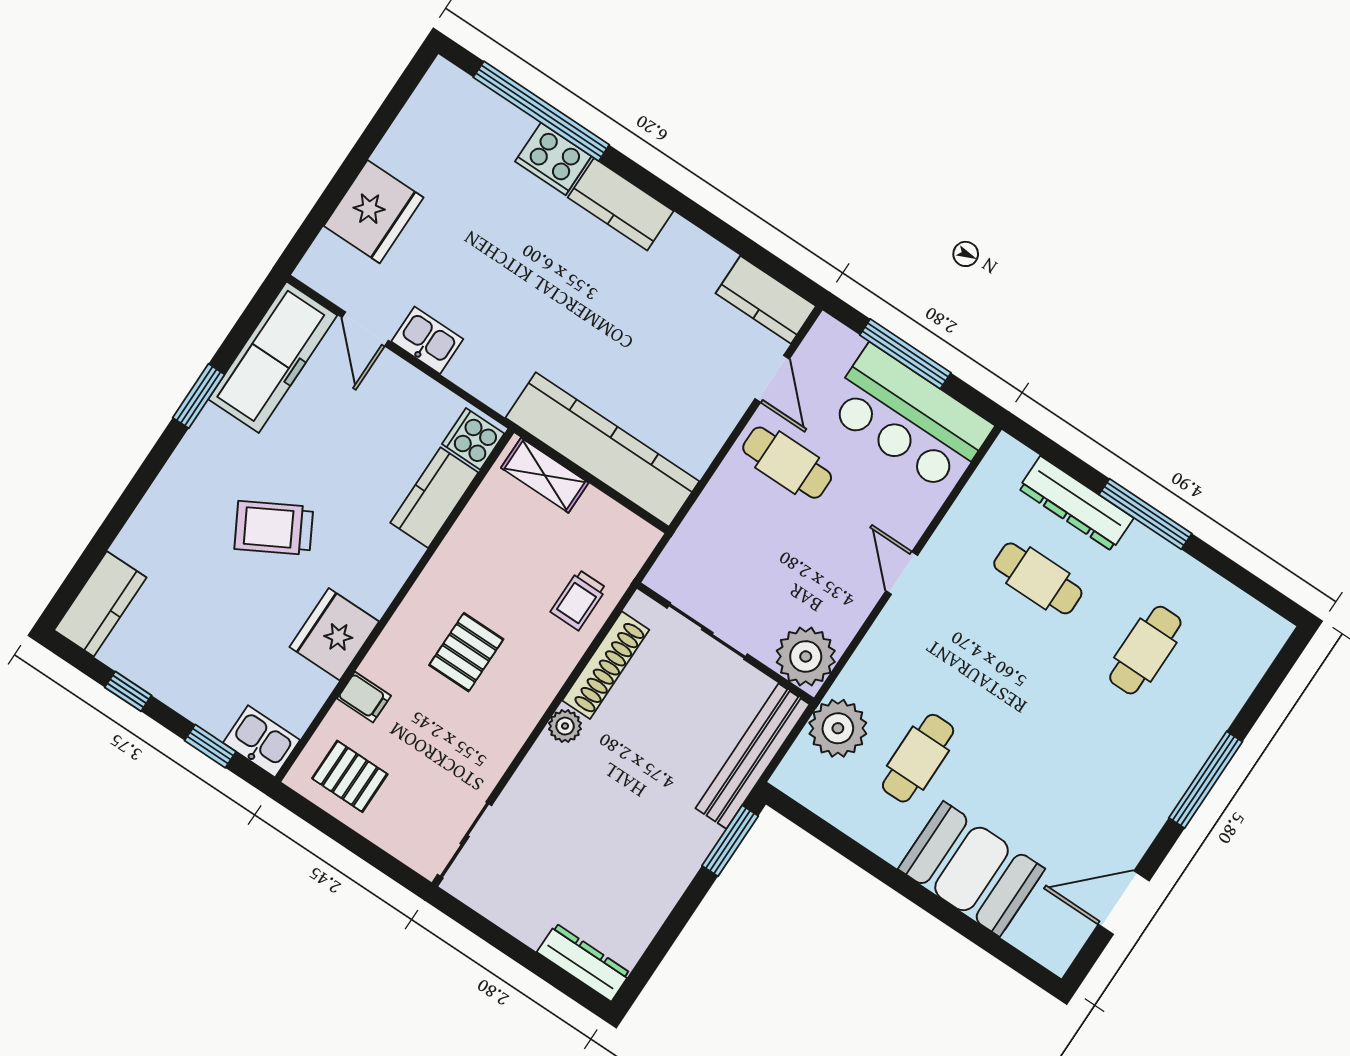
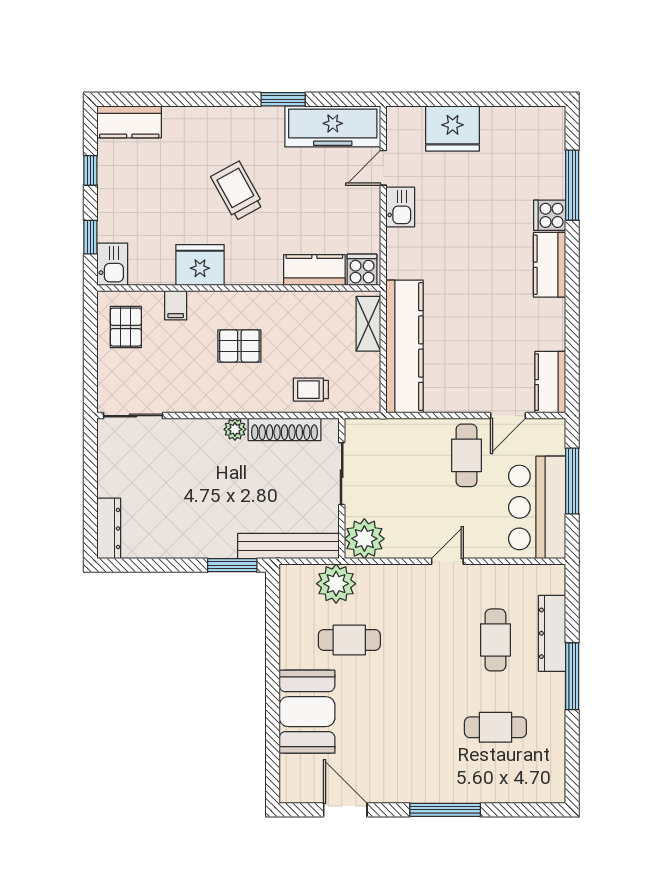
window: (541, 111) -> (572, 185), width x0.68
cooker: (553, 159) -> (550, 215), width x0.73

